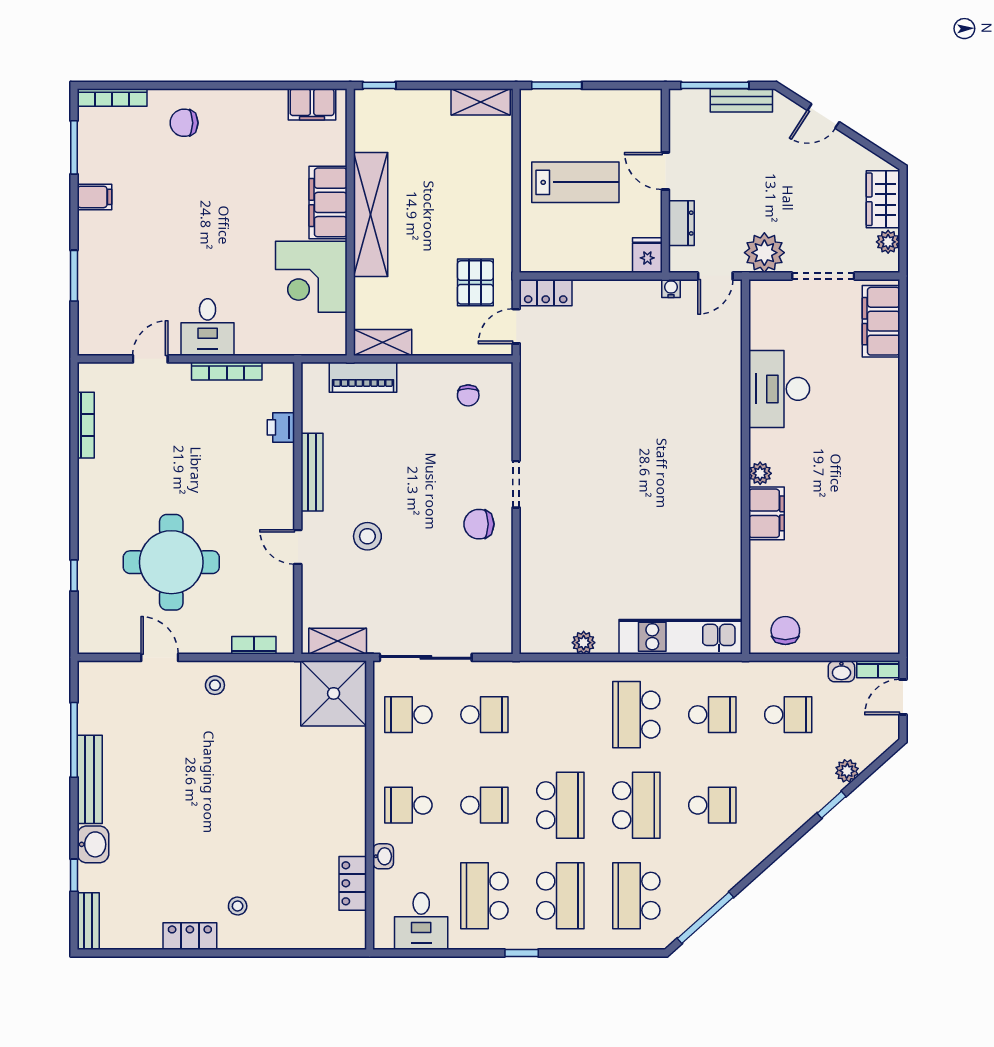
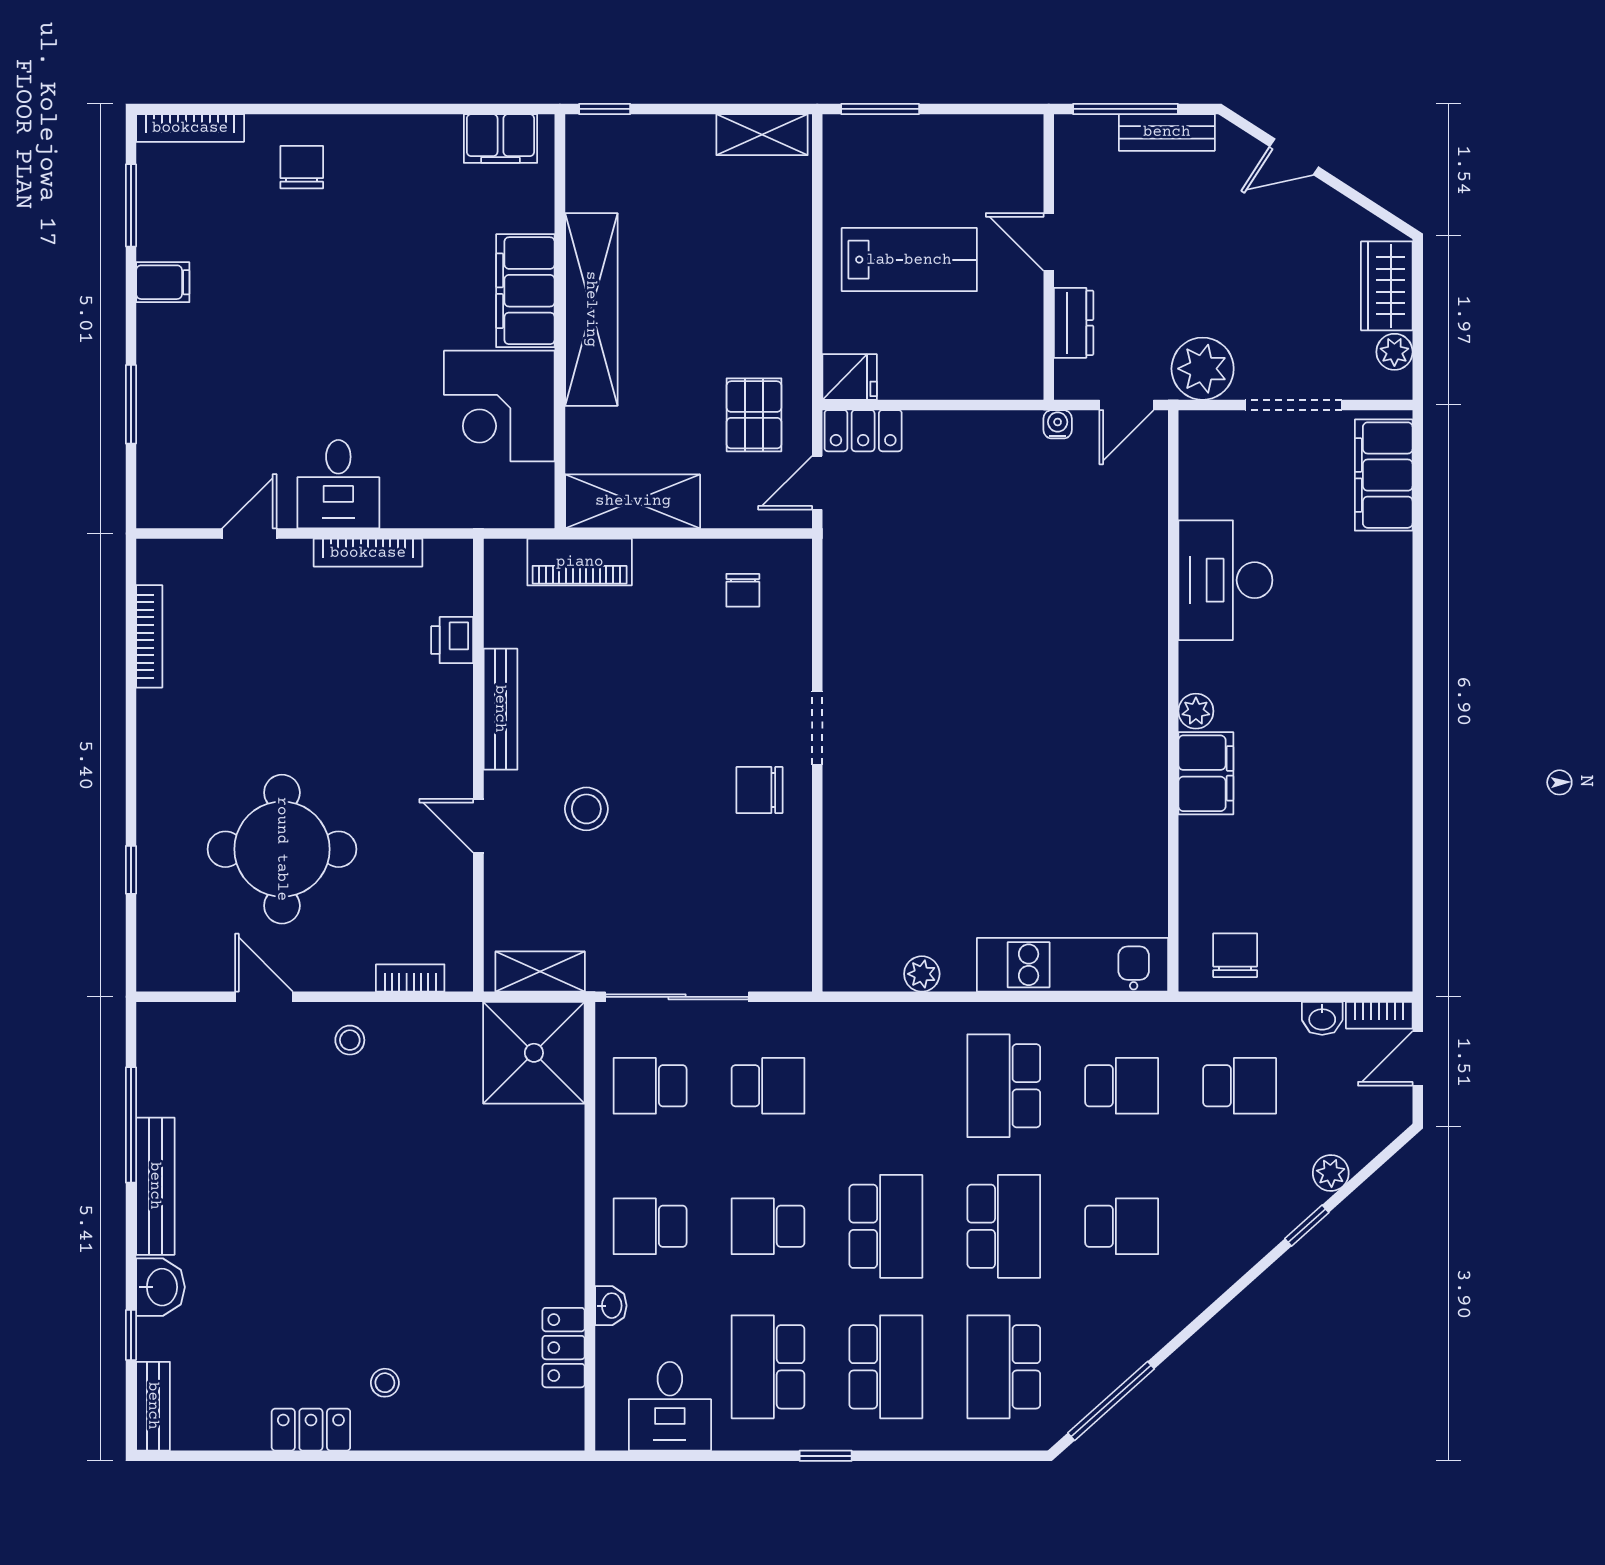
chair: (184, 123) -> (302, 167), turned 90
fridge: (647, 255) -> (850, 377), moved, turned 90
shelving: (383, 343) -> (633, 501), width x1.50, depth x1.33
school desk: (484, 805) -> (768, 1226), turned 180

